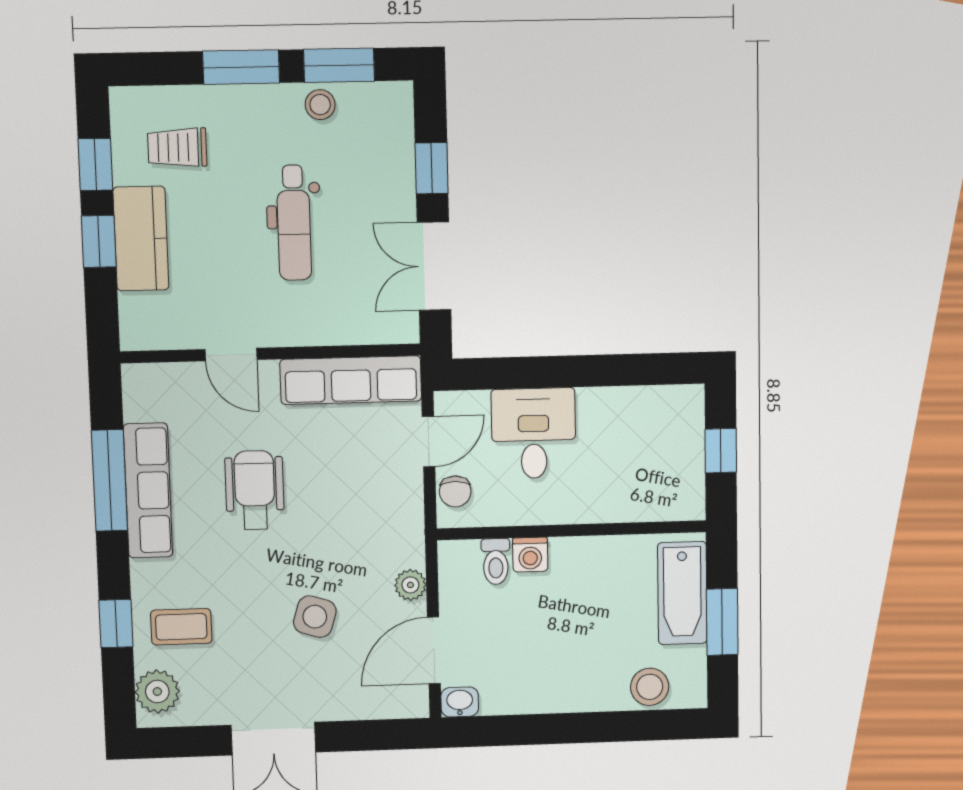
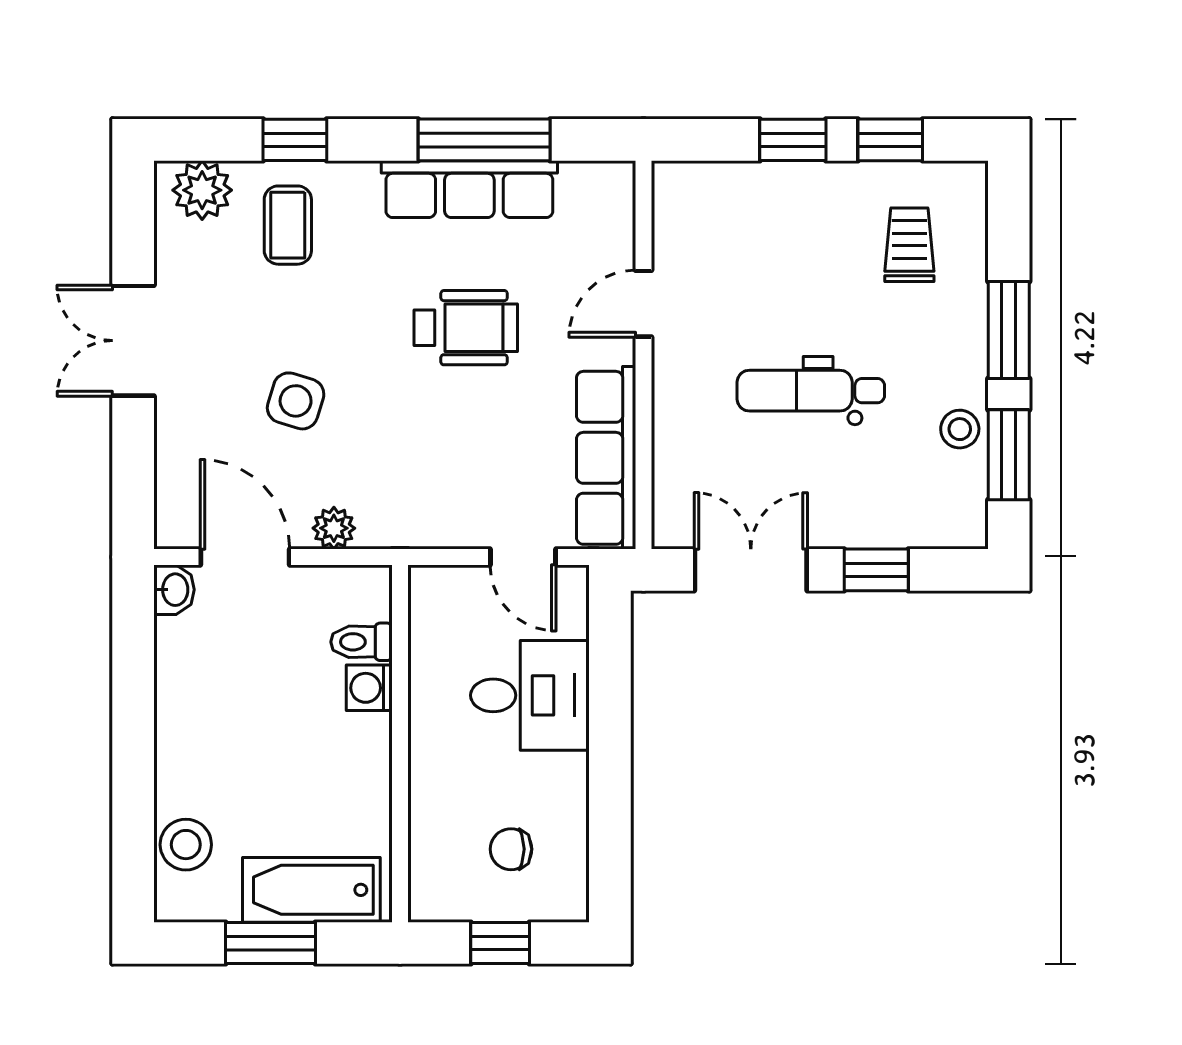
kitchen counter: (141, 239) -> (795, 194), removed
chair: (455, 491) -> (511, 849), moved

